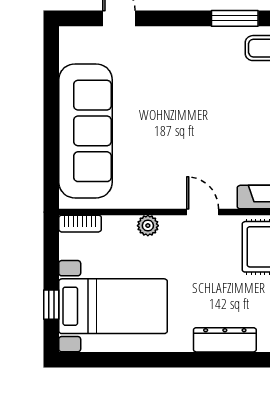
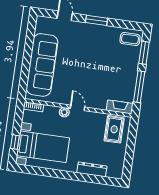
window: (235, 18) -> (96, 20), moved
door: (203, 212) -> (77, 108), moved

